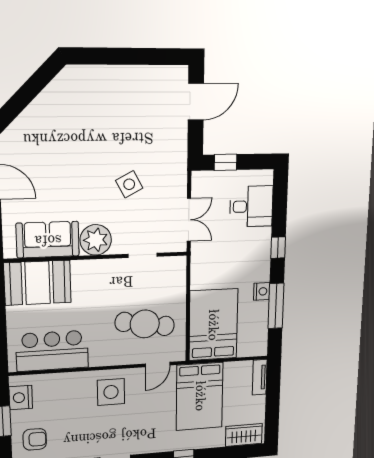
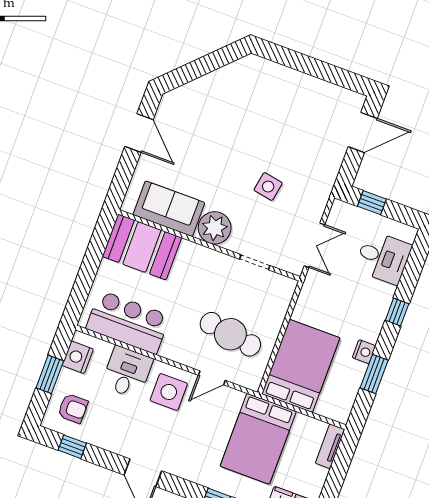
side table: (129, 184) -> (268, 187), turned 38
window: (276, 306) -> (374, 374), width x0.69
door: (158, 365) -> (212, 378), moved
desk: (69, 391) -> (127, 372), added

